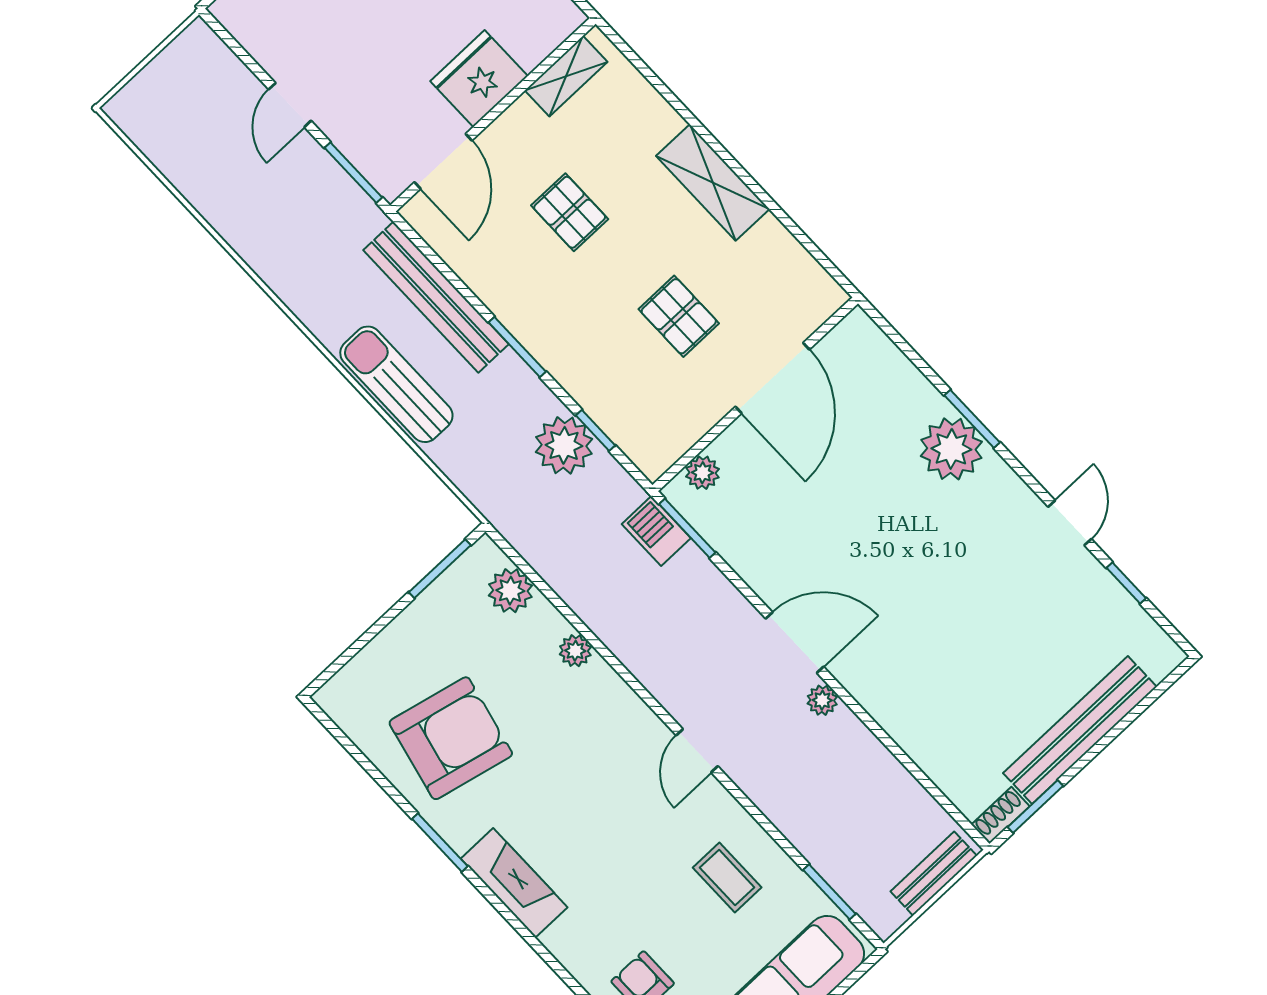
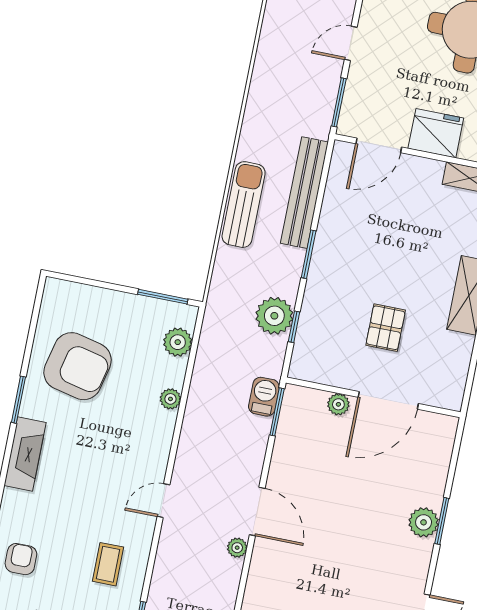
pallet: (570, 212) -> (399, 231), removed
plant: (951, 449) -> (424, 522), width x0.73, depth x0.73
plant: (702, 473) -> (338, 404), moved

